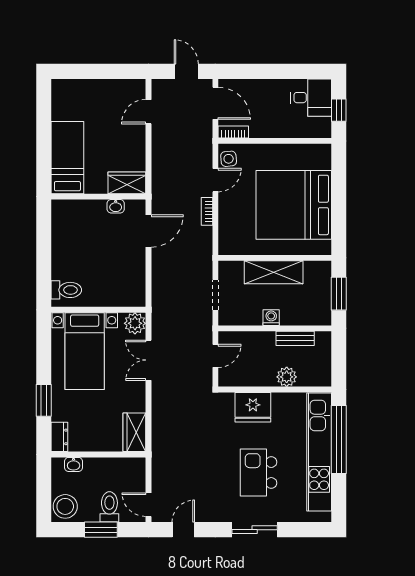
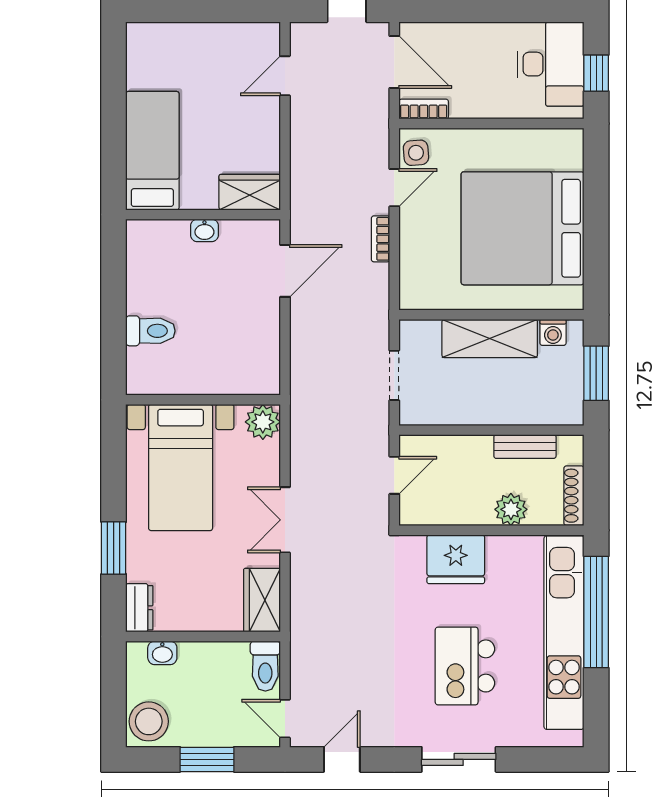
desk: (311, 98) -> (551, 64), width x1.37
washbasin: (116, 206) -> (204, 230), moved
toilet: (66, 290) -> (150, 331), moved
washing machine: (271, 318) -> (553, 332), moved, turned 180
double door: (149, 360) -> (285, 520), moved
shoe rack: (325, 368) -> (574, 496), added
toilet: (109, 507) -> (265, 666), moved, turned 180

